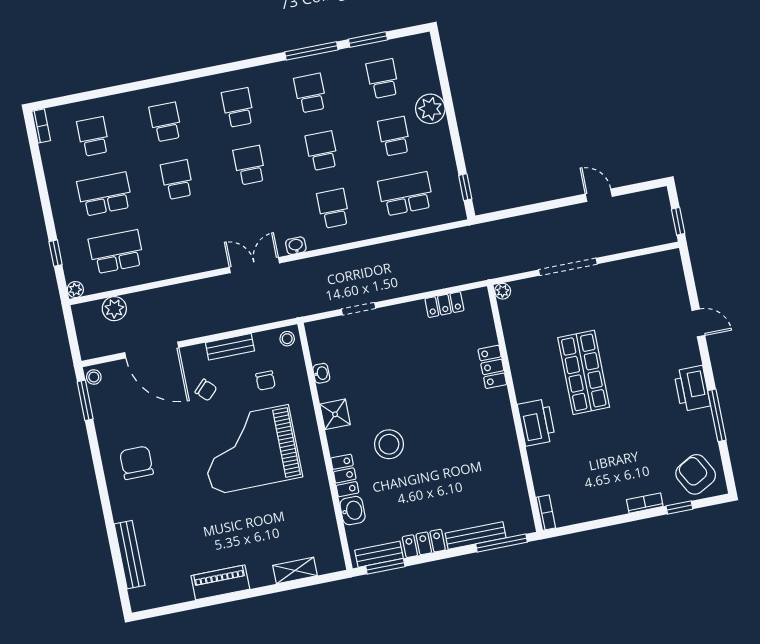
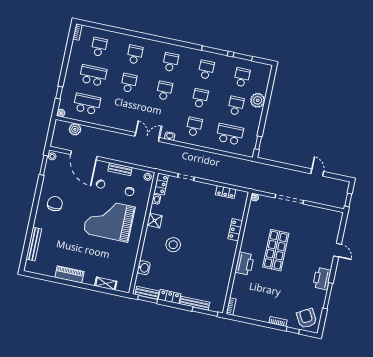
locker: (345, 475) -> (161, 184), moved

